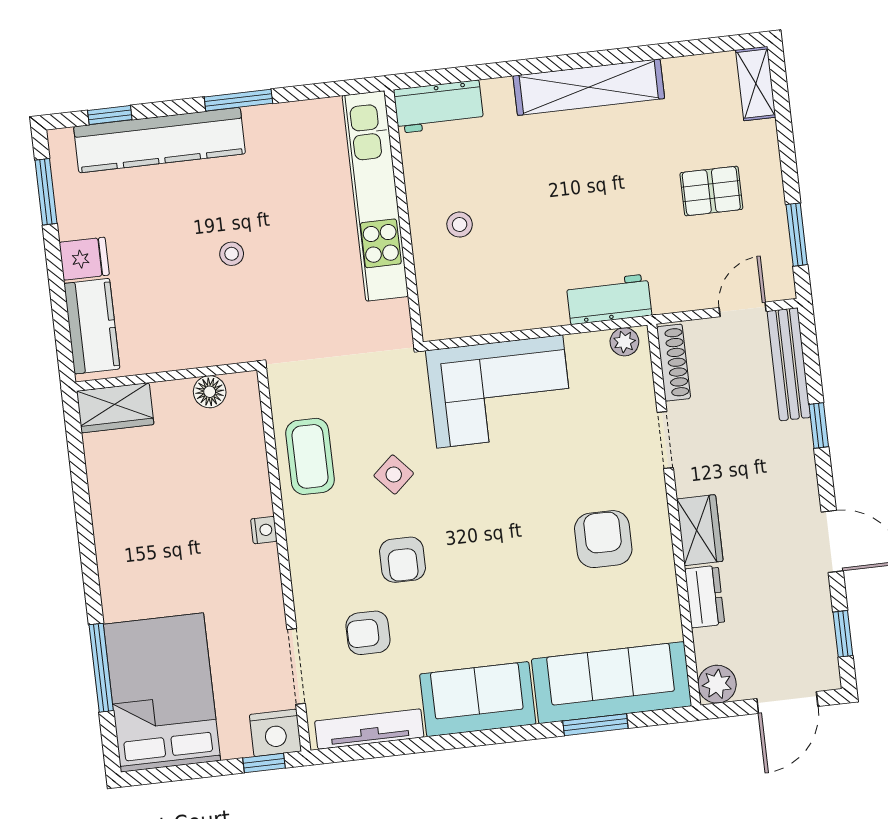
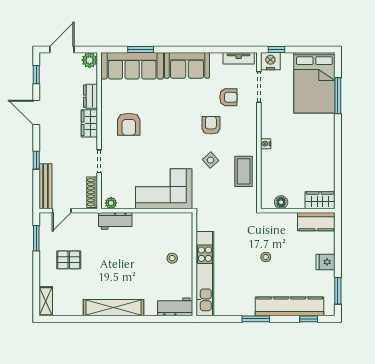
kitchen counter: (92, 326) -> (316, 222), moved, turned -90
tv unit: (369, 729) -> (239, 58), width x0.71

